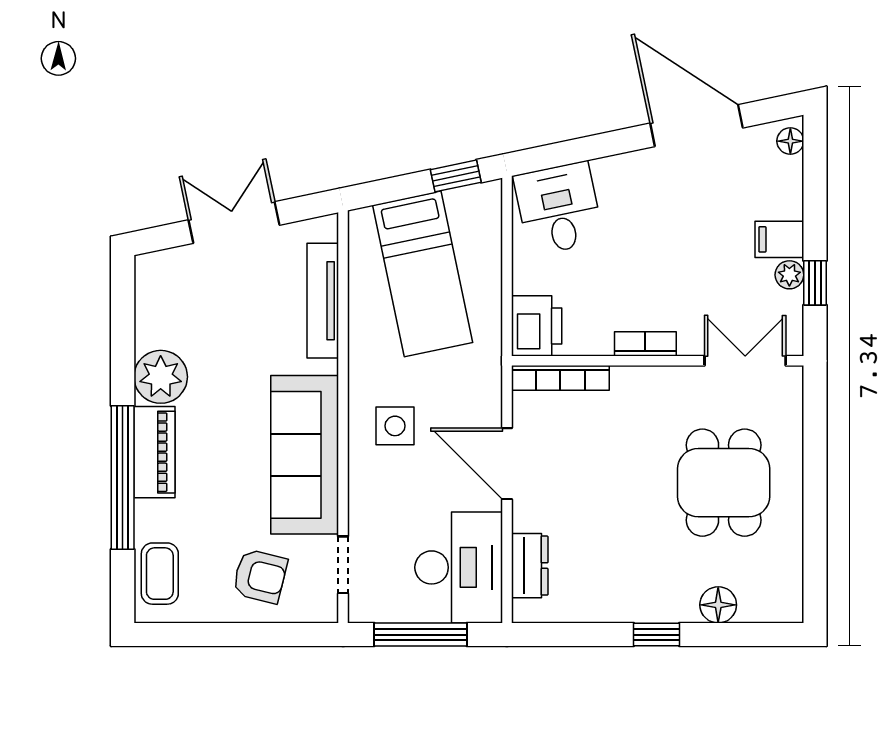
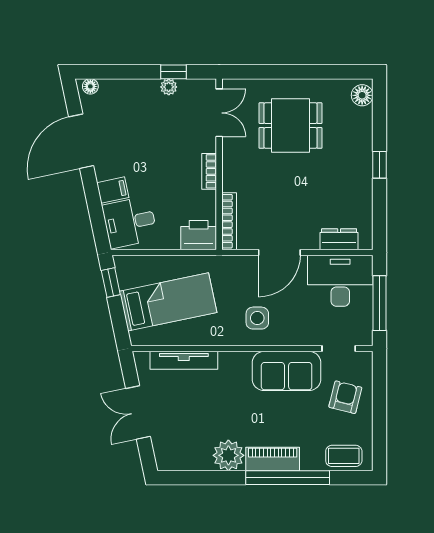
filing cabinet: (779, 239) -> (113, 190), moved, turned -102
double door: (745, 361) -> (219, 113), swing flipped
sofa: (305, 455) -> (287, 371), width x0.73
floor lamp: (718, 605) -> (362, 95), moved

